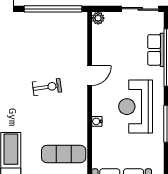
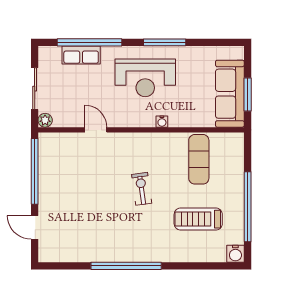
sliding door: (140, 9) -> (35, 89), moved
door: (90, 76) -> (96, 130), moved
exercise bike: (47, 87) -> (142, 189), moved

